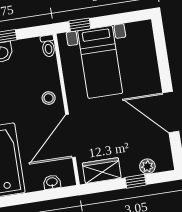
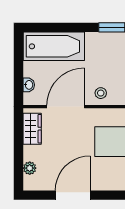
door: (70, 136) -> (66, 107), hinge flipped
window: (136, 181) -> (19, 156), removed

